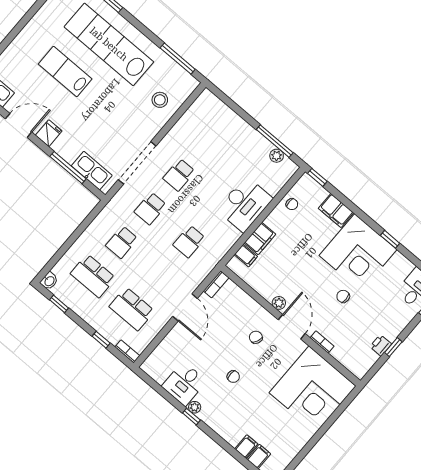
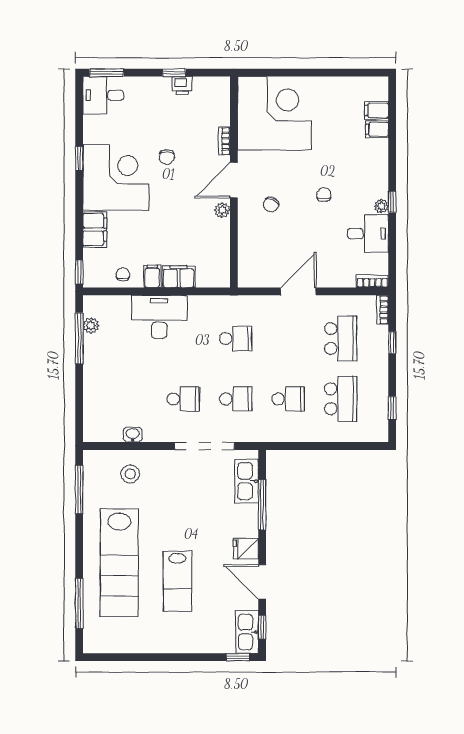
filing cabinet: (246, 256) -> (152, 276), moved
washbasin: (49, 281) -> (133, 435), moved
bookcase: (216, 284) -> (372, 281), moved

